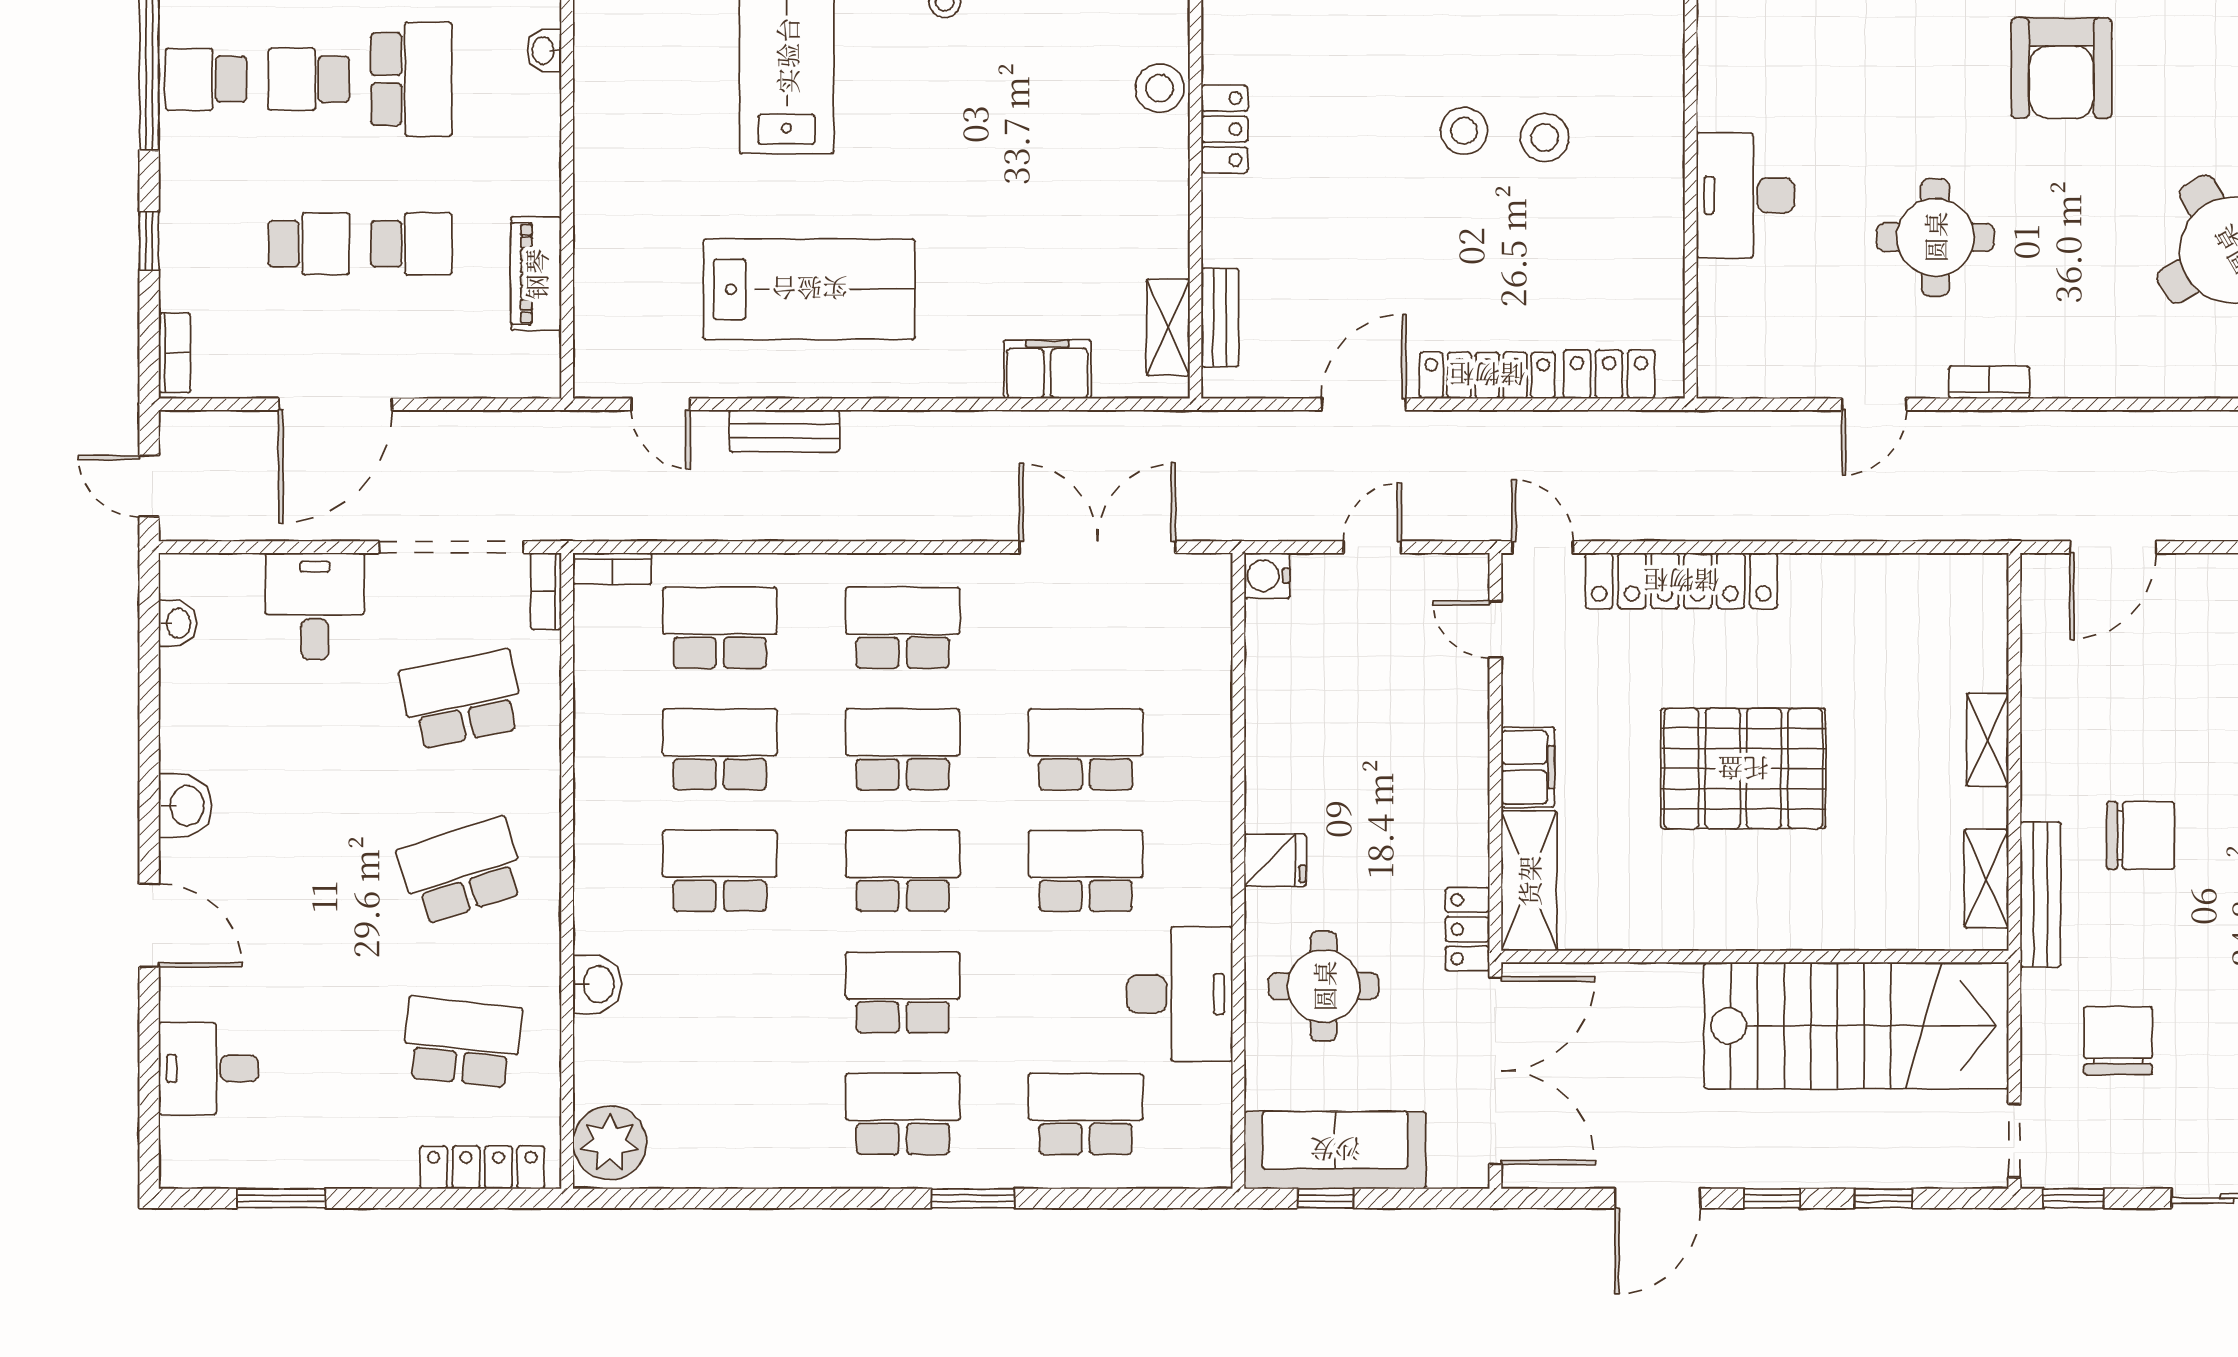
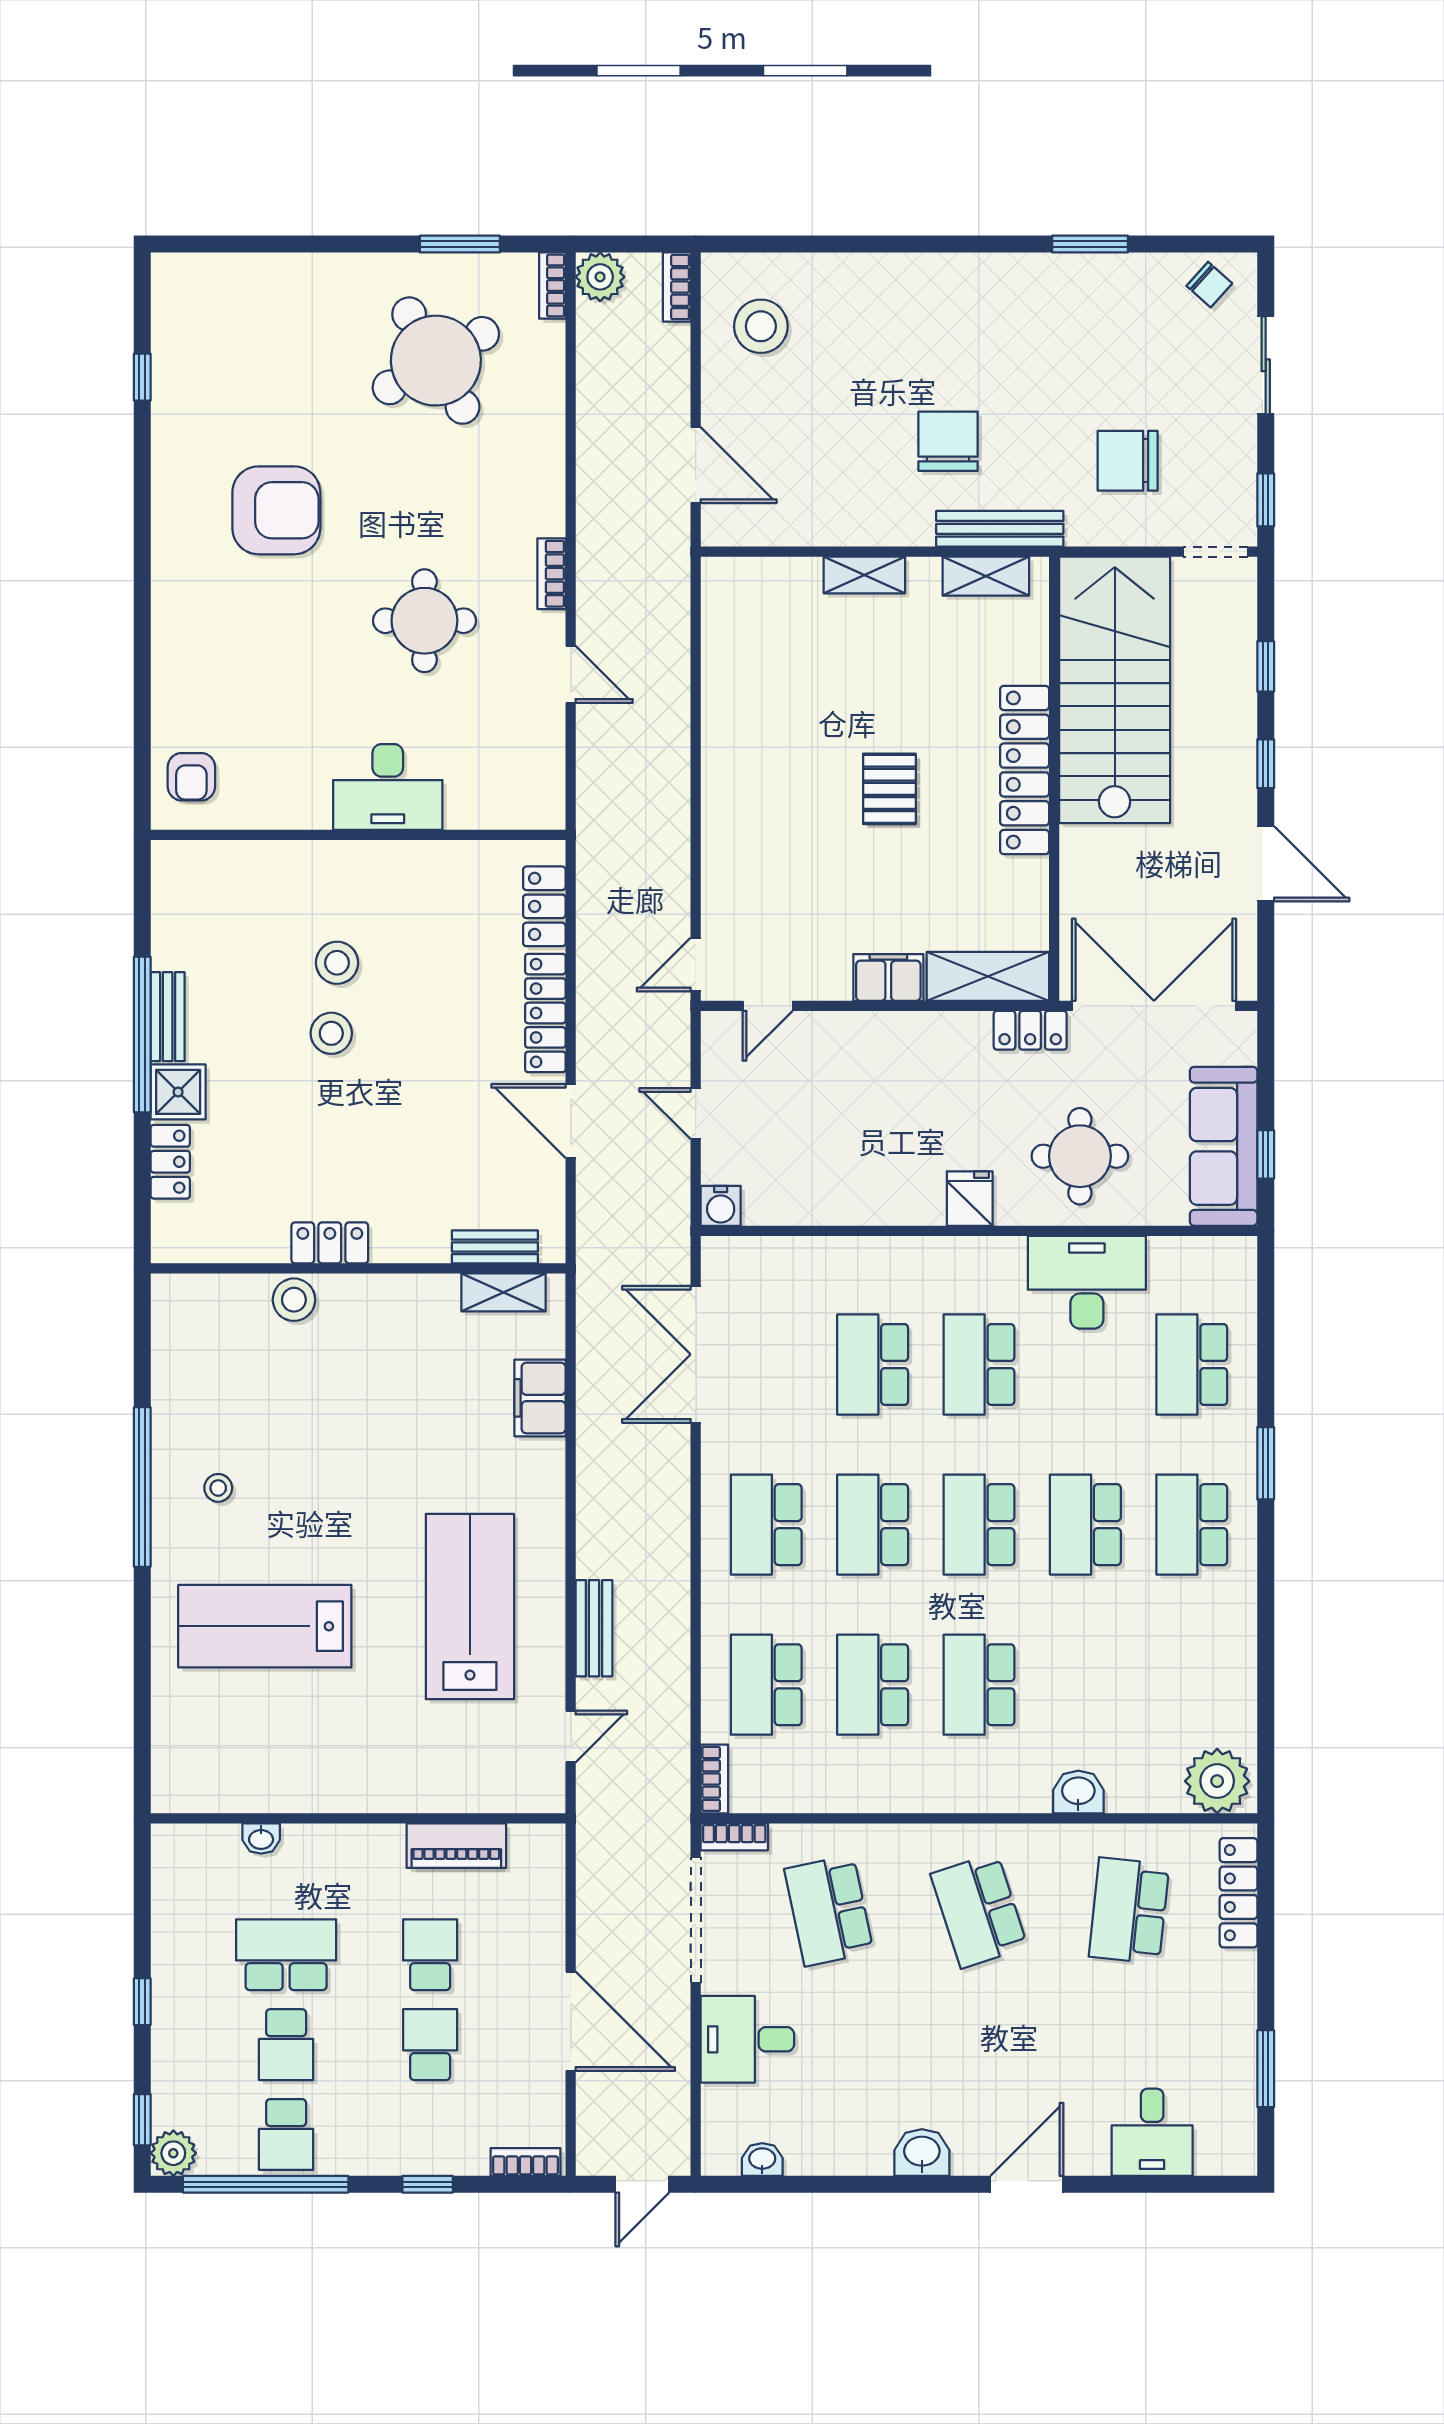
locker: (1681, 581) -> (1025, 770), moved, turned 180
pallet: (1743, 769) -> (889, 789), width x0.49, depth x0.50

